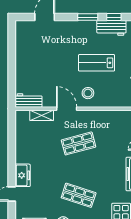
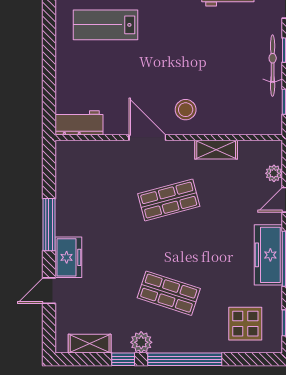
lab bench: (97, 63) -> (106, 25), moved
shelving: (42, 115) -> (216, 150), moved
window: (12, 157) -> (49, 225), added

